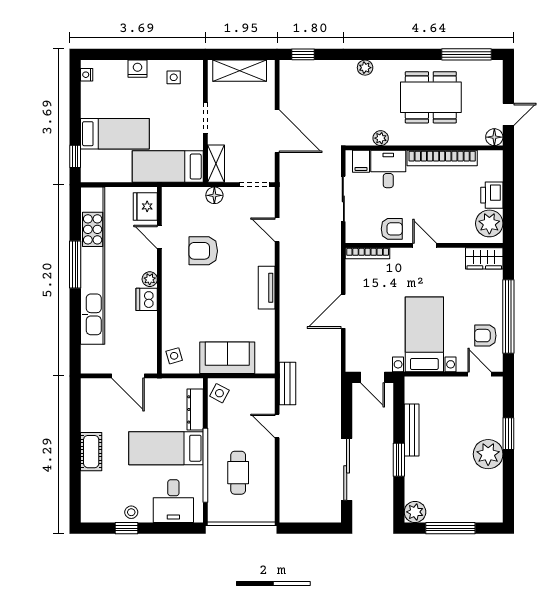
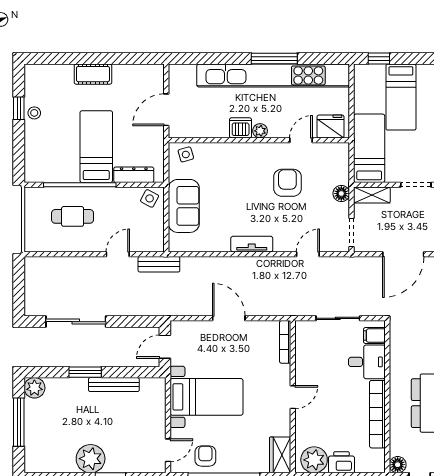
plant: (381, 138) -> (397, 355), removed
armchair: (392, 229) -> (309, 365), removed
desk: (173, 501) -> (45, 154), removed

